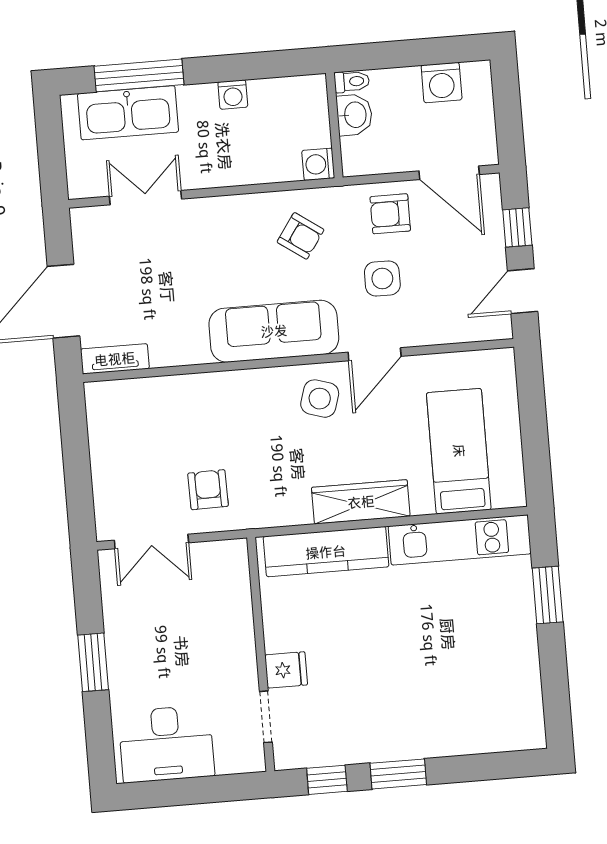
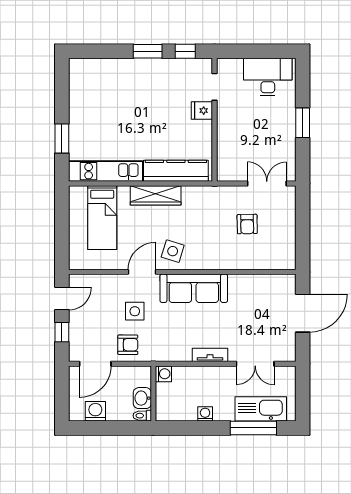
door: (449, 173) -> (95, 364), swing flipped
armchair: (300, 236) -> (176, 337), removed
tv unit: (115, 359) -> (210, 355), moved, turned 180
armchair: (208, 490) -> (247, 224), moved

